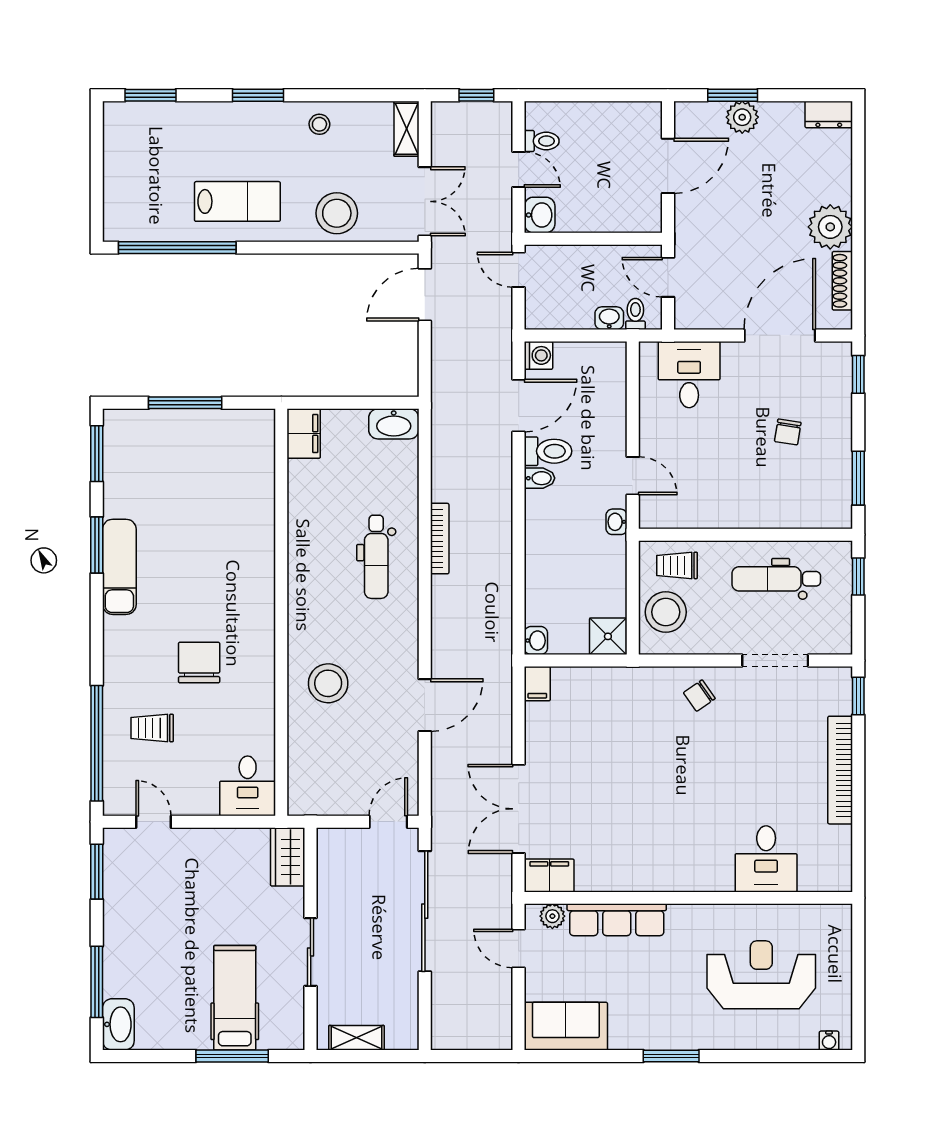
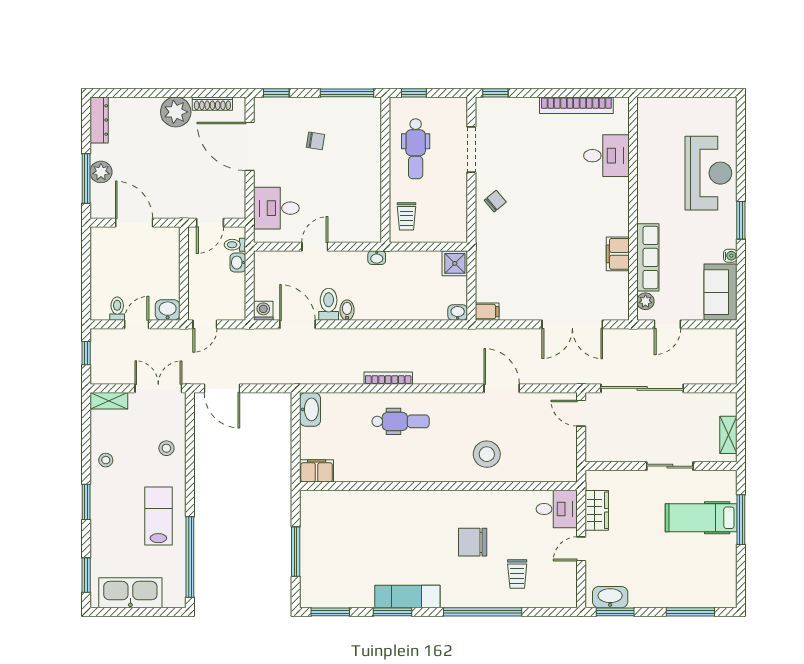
window: (733, 95) -> (86, 178), width x1.44
dresser: (829, 114) -> (99, 120), width x1.44
kitchen sink: (125, 160) -> (130, 593), added
stool: (337, 213) -> (166, 448), width x0.53, depth x0.53
door: (633, 476) -> (315, 247), moved
window: (858, 478) -> (347, 93), width x1.44
stool: (666, 612) -> (438, 224), removed
chair: (699, 696) -> (495, 201), turned -95
window: (97, 743) -> (483, 612), moved
bookcase: (840, 770) -> (576, 105), moved
door: (154, 822) -> (581, 549), moved
wardrobe: (288, 857) -> (597, 510), moved, turned -90
filing cabinet: (549, 875) -> (618, 254), moved
reception desk: (761, 975) -> (708, 173), moved, turned 180
washbasin: (118, 1024) -> (610, 597), moved
water cooler: (829, 1041) -> (730, 256), moved

